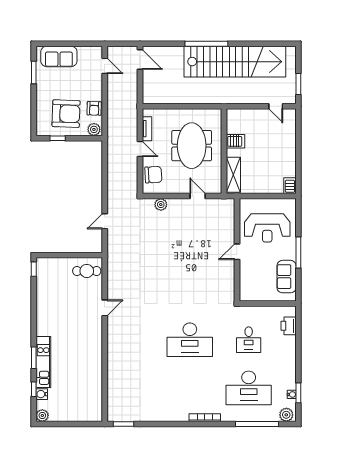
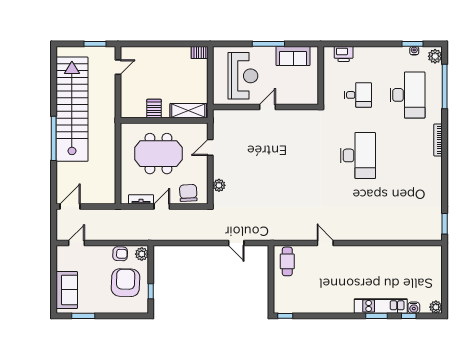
door: (237, 252) -> (267, 107), swing flipped

